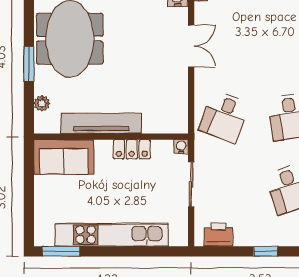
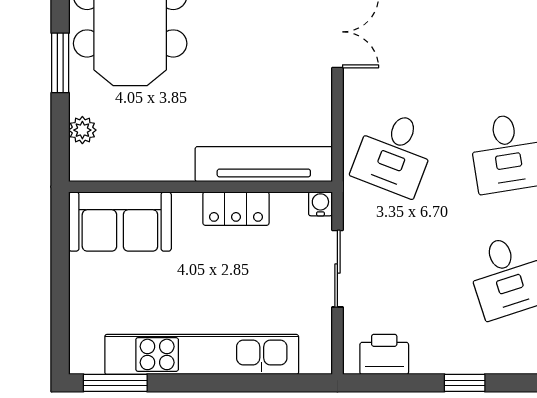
tv unit: (101, 123) -> (264, 164), moved

